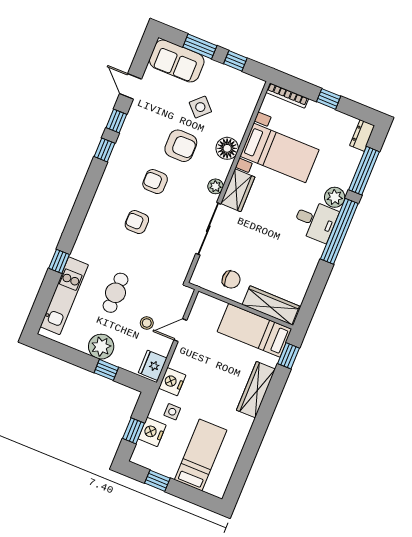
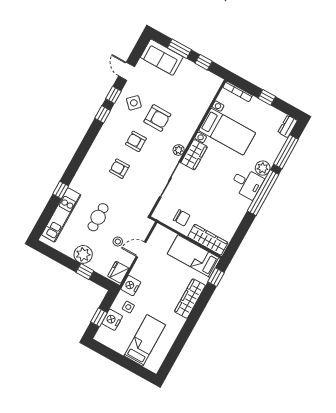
side table: (200, 107) -> (134, 103), moved
floor lamp: (227, 148) -> (190, 124), removed
window: (157, 481) -> (112, 355), removed

